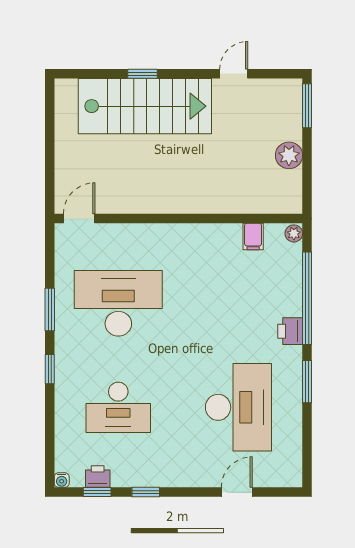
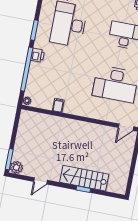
stairs: (145, 106) -> (84, 178), width x0.73, depth x0.66
plant: (289, 155) -> (16, 167), moved
filing cabinet: (253, 236) -> (58, 105), moved

